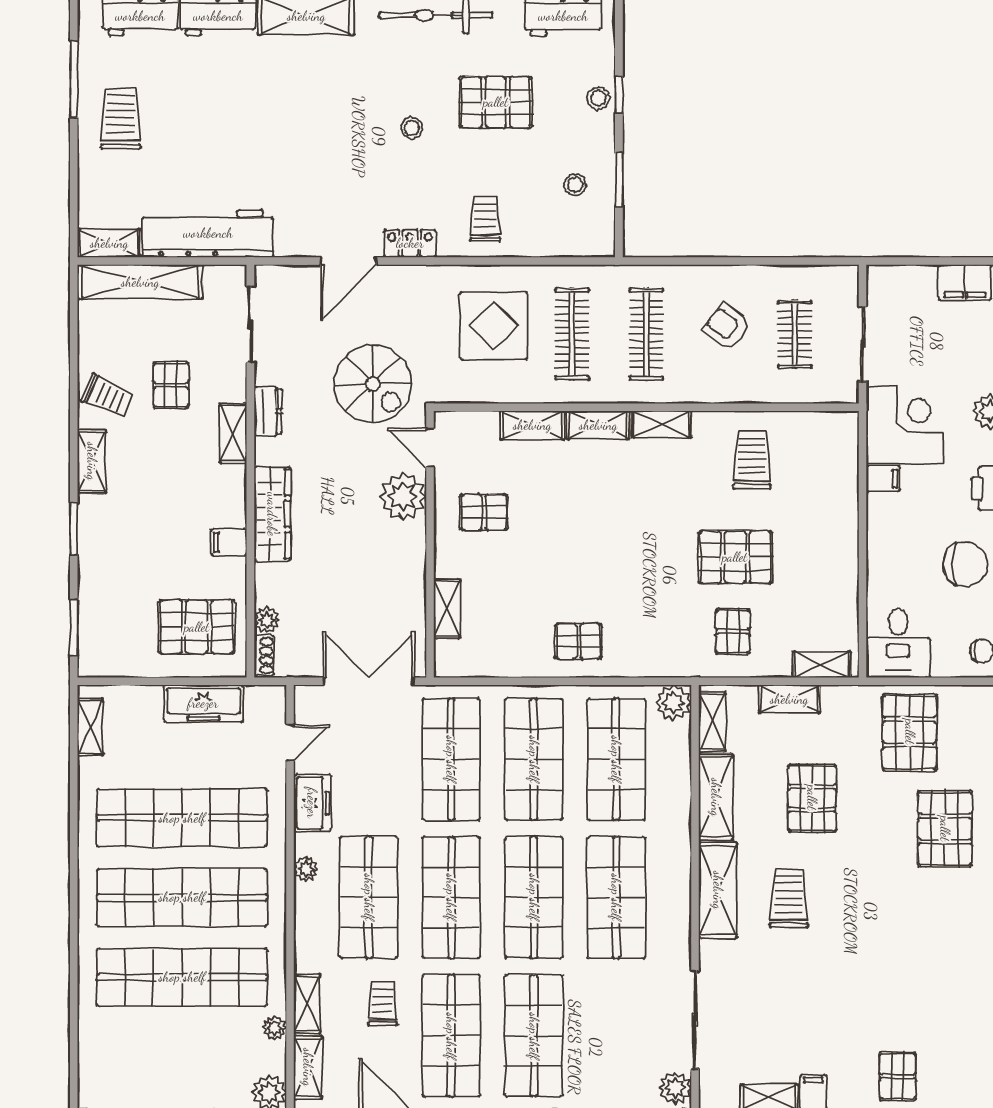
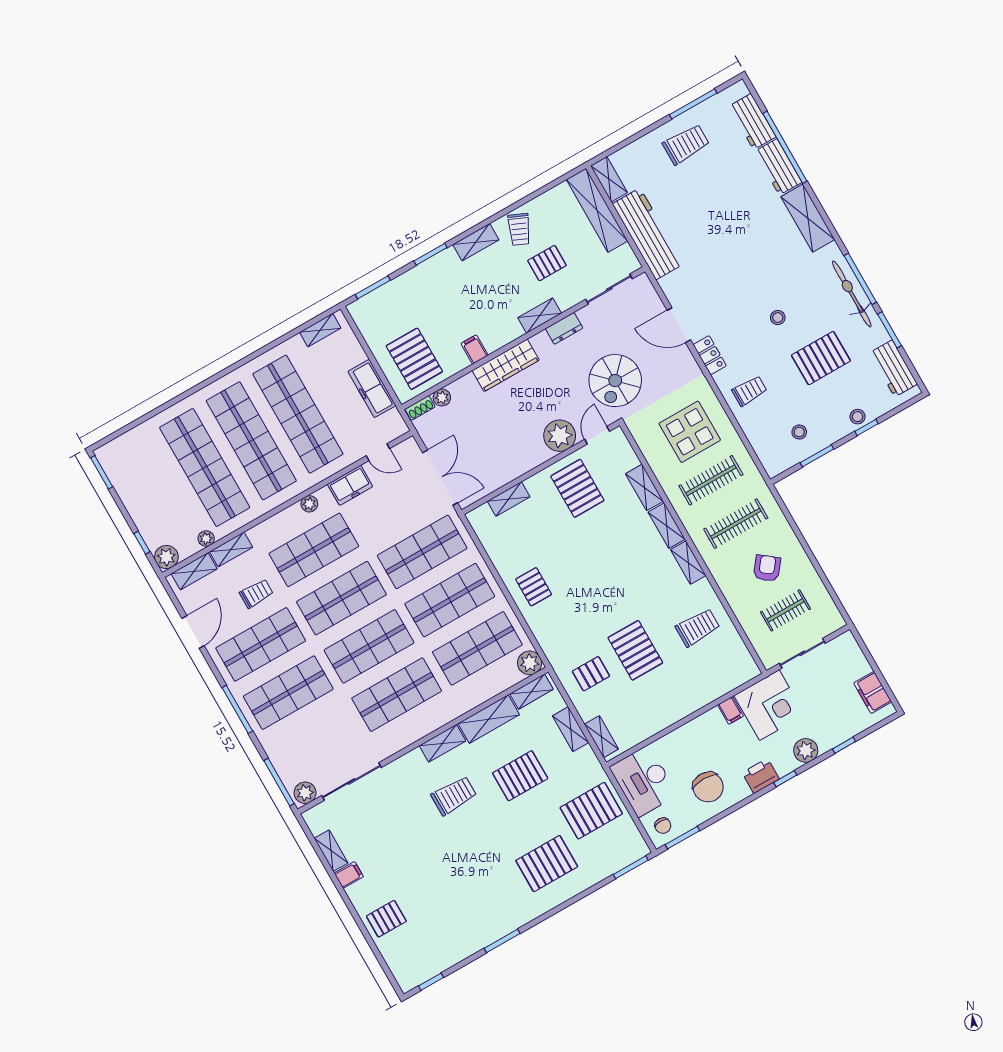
pallet: (496, 102) -> (821, 358), turned 90
pallet: (484, 512) -> (577, 488), width x1.50, depth x1.42
desk: (898, 643) -> (644, 781), width x1.37
shelving: (718, 890) -> (443, 743), width x0.67, depth x0.75

